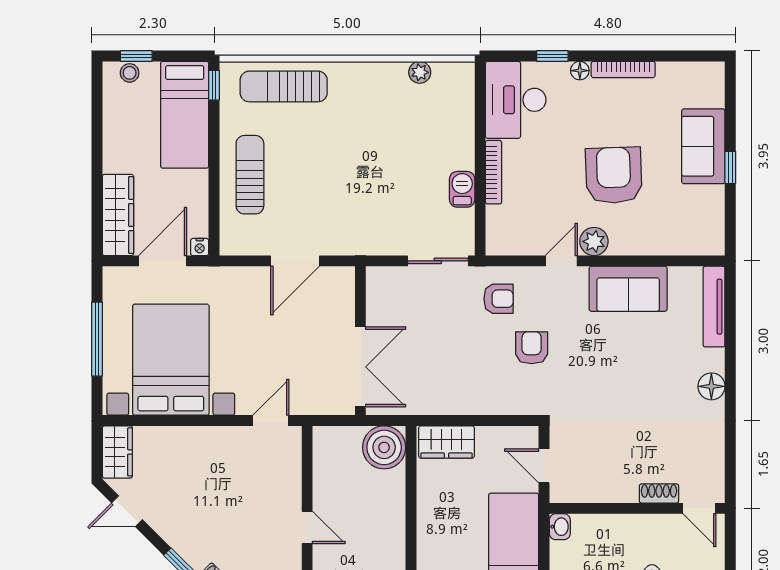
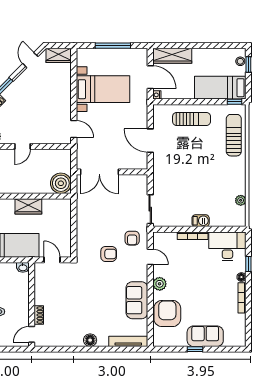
armchair: (614, 175) -> (167, 314), moved, turned -88
barbecue: (462, 189) -> (201, 221), moved
door: (561, 261) -> (150, 257), moved
bed with nightstands: (171, 360) -> (103, 89), width x0.73
wardrobe: (447, 442) -> (28, 206), moved, turned -90
door: (544, 466) -> (52, 260), hinge flipped

